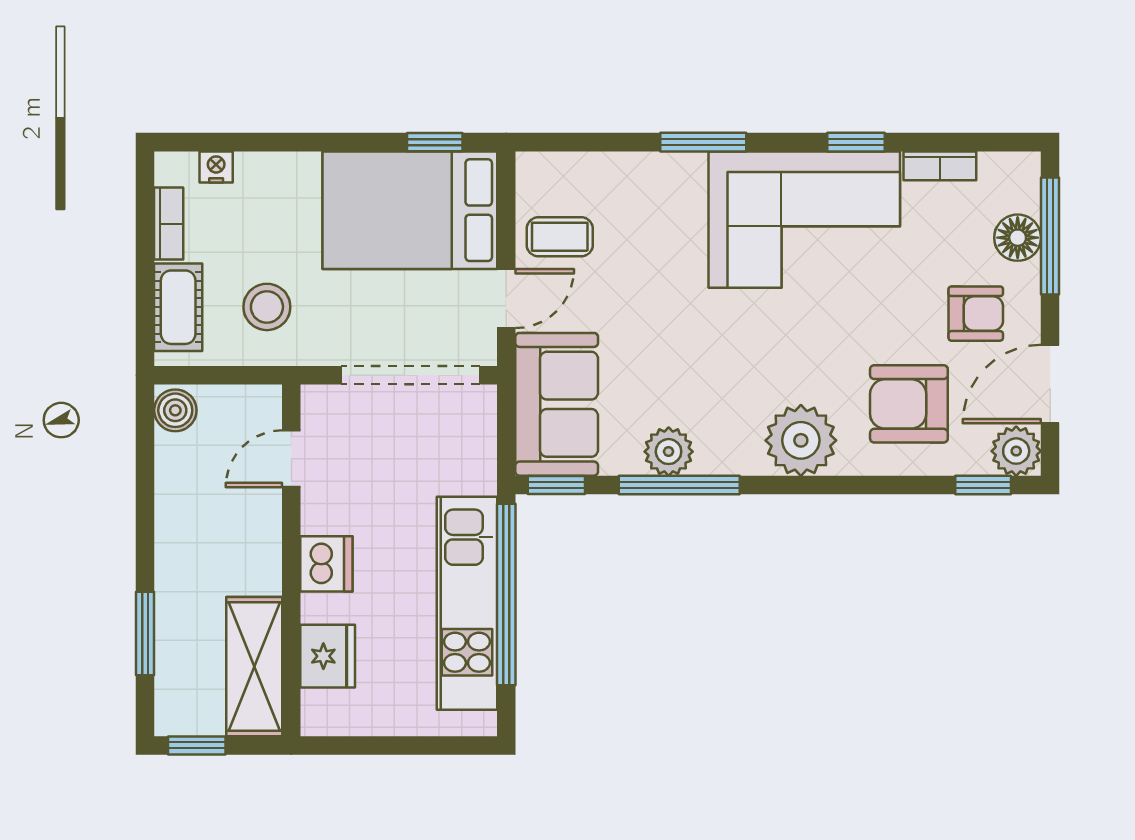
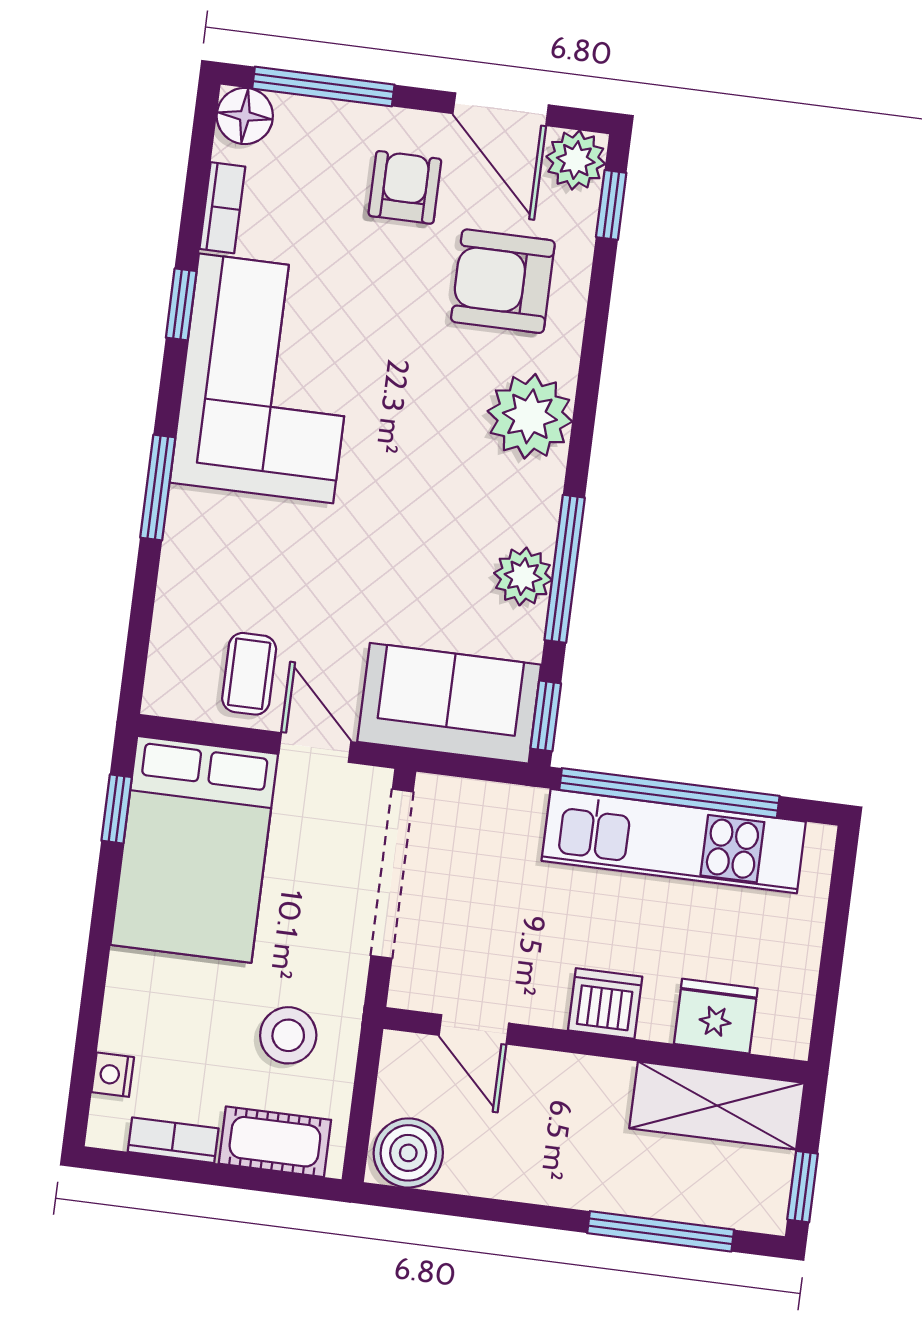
floor lamp: (1018, 238) -> (245, 116), moved
armchair: (909, 404) -> (503, 281), turned 90
boiler: (175, 410) -> (408, 1153), width x1.36, depth x1.36
window: (145, 634) -> (661, 1231), width x1.44

